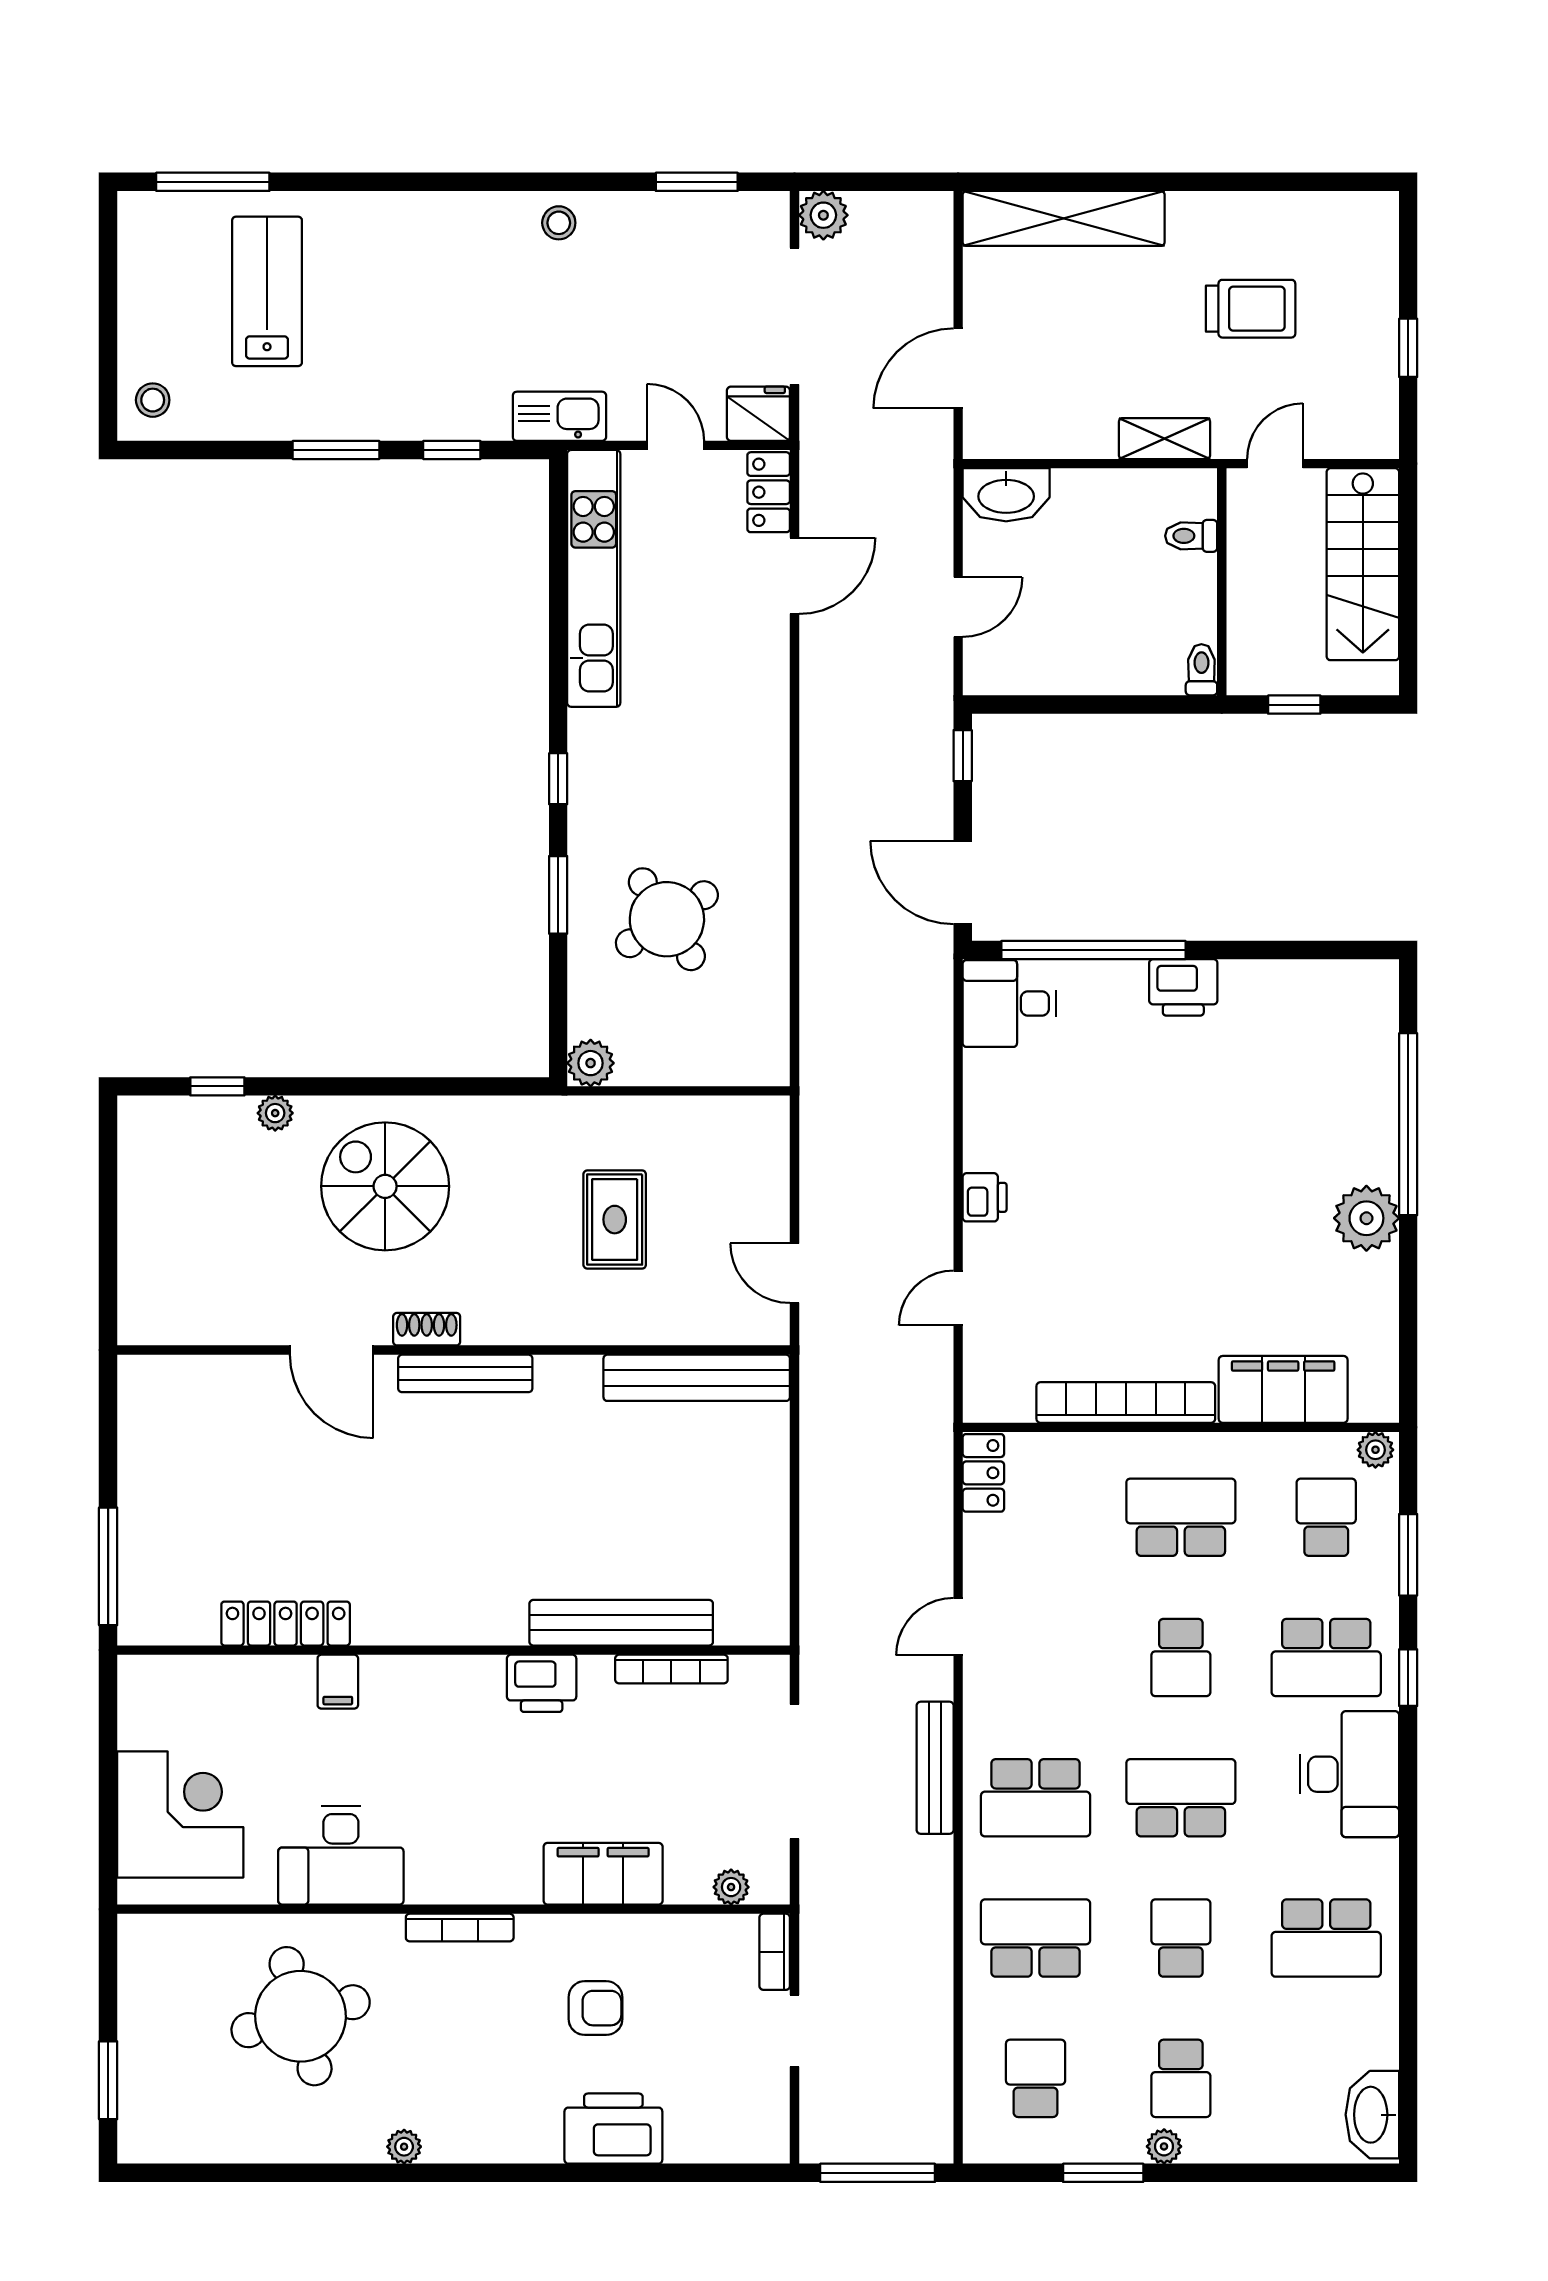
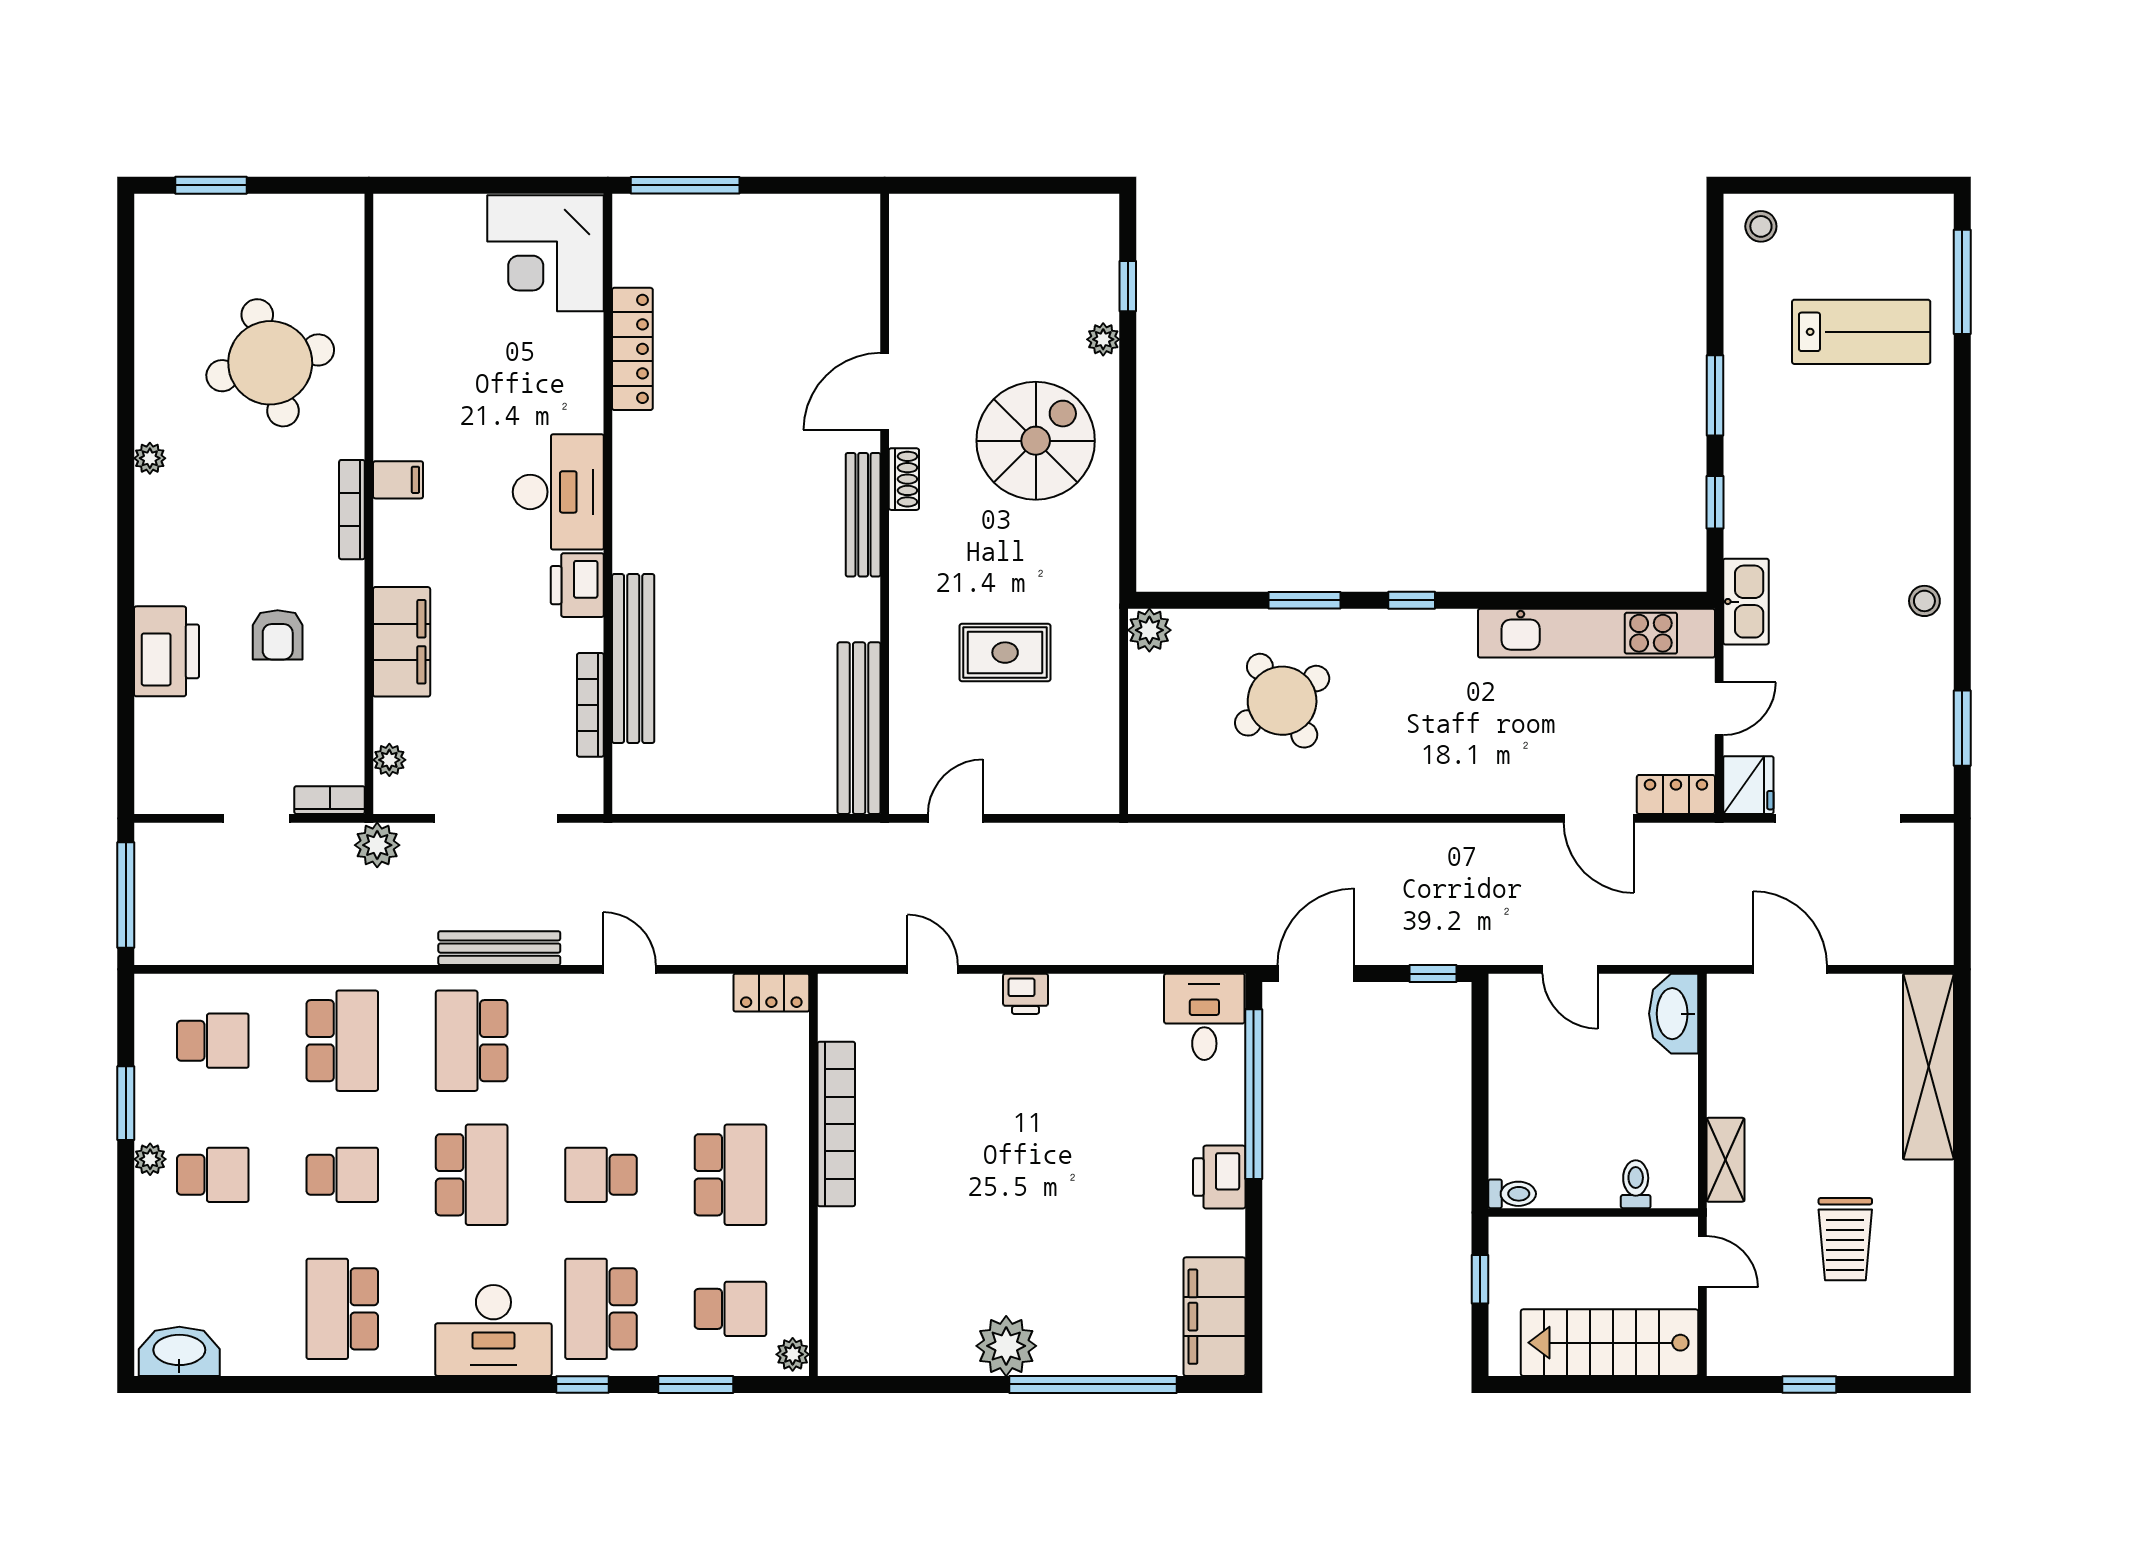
plant: (823, 215) -> (377, 845), moved
filing cabinet: (1283, 1389) -> (1214, 1317), moved, turned 180
filing cabinet: (338, 1682) -> (398, 480), moved, turned 180
corner desk: (180, 1814) -> (546, 253), moved, turned 90
desk: (341, 1855) -> (558, 492), moved, turned 180
school desk: (1181, 2078) -> (213, 1175), turned 180

